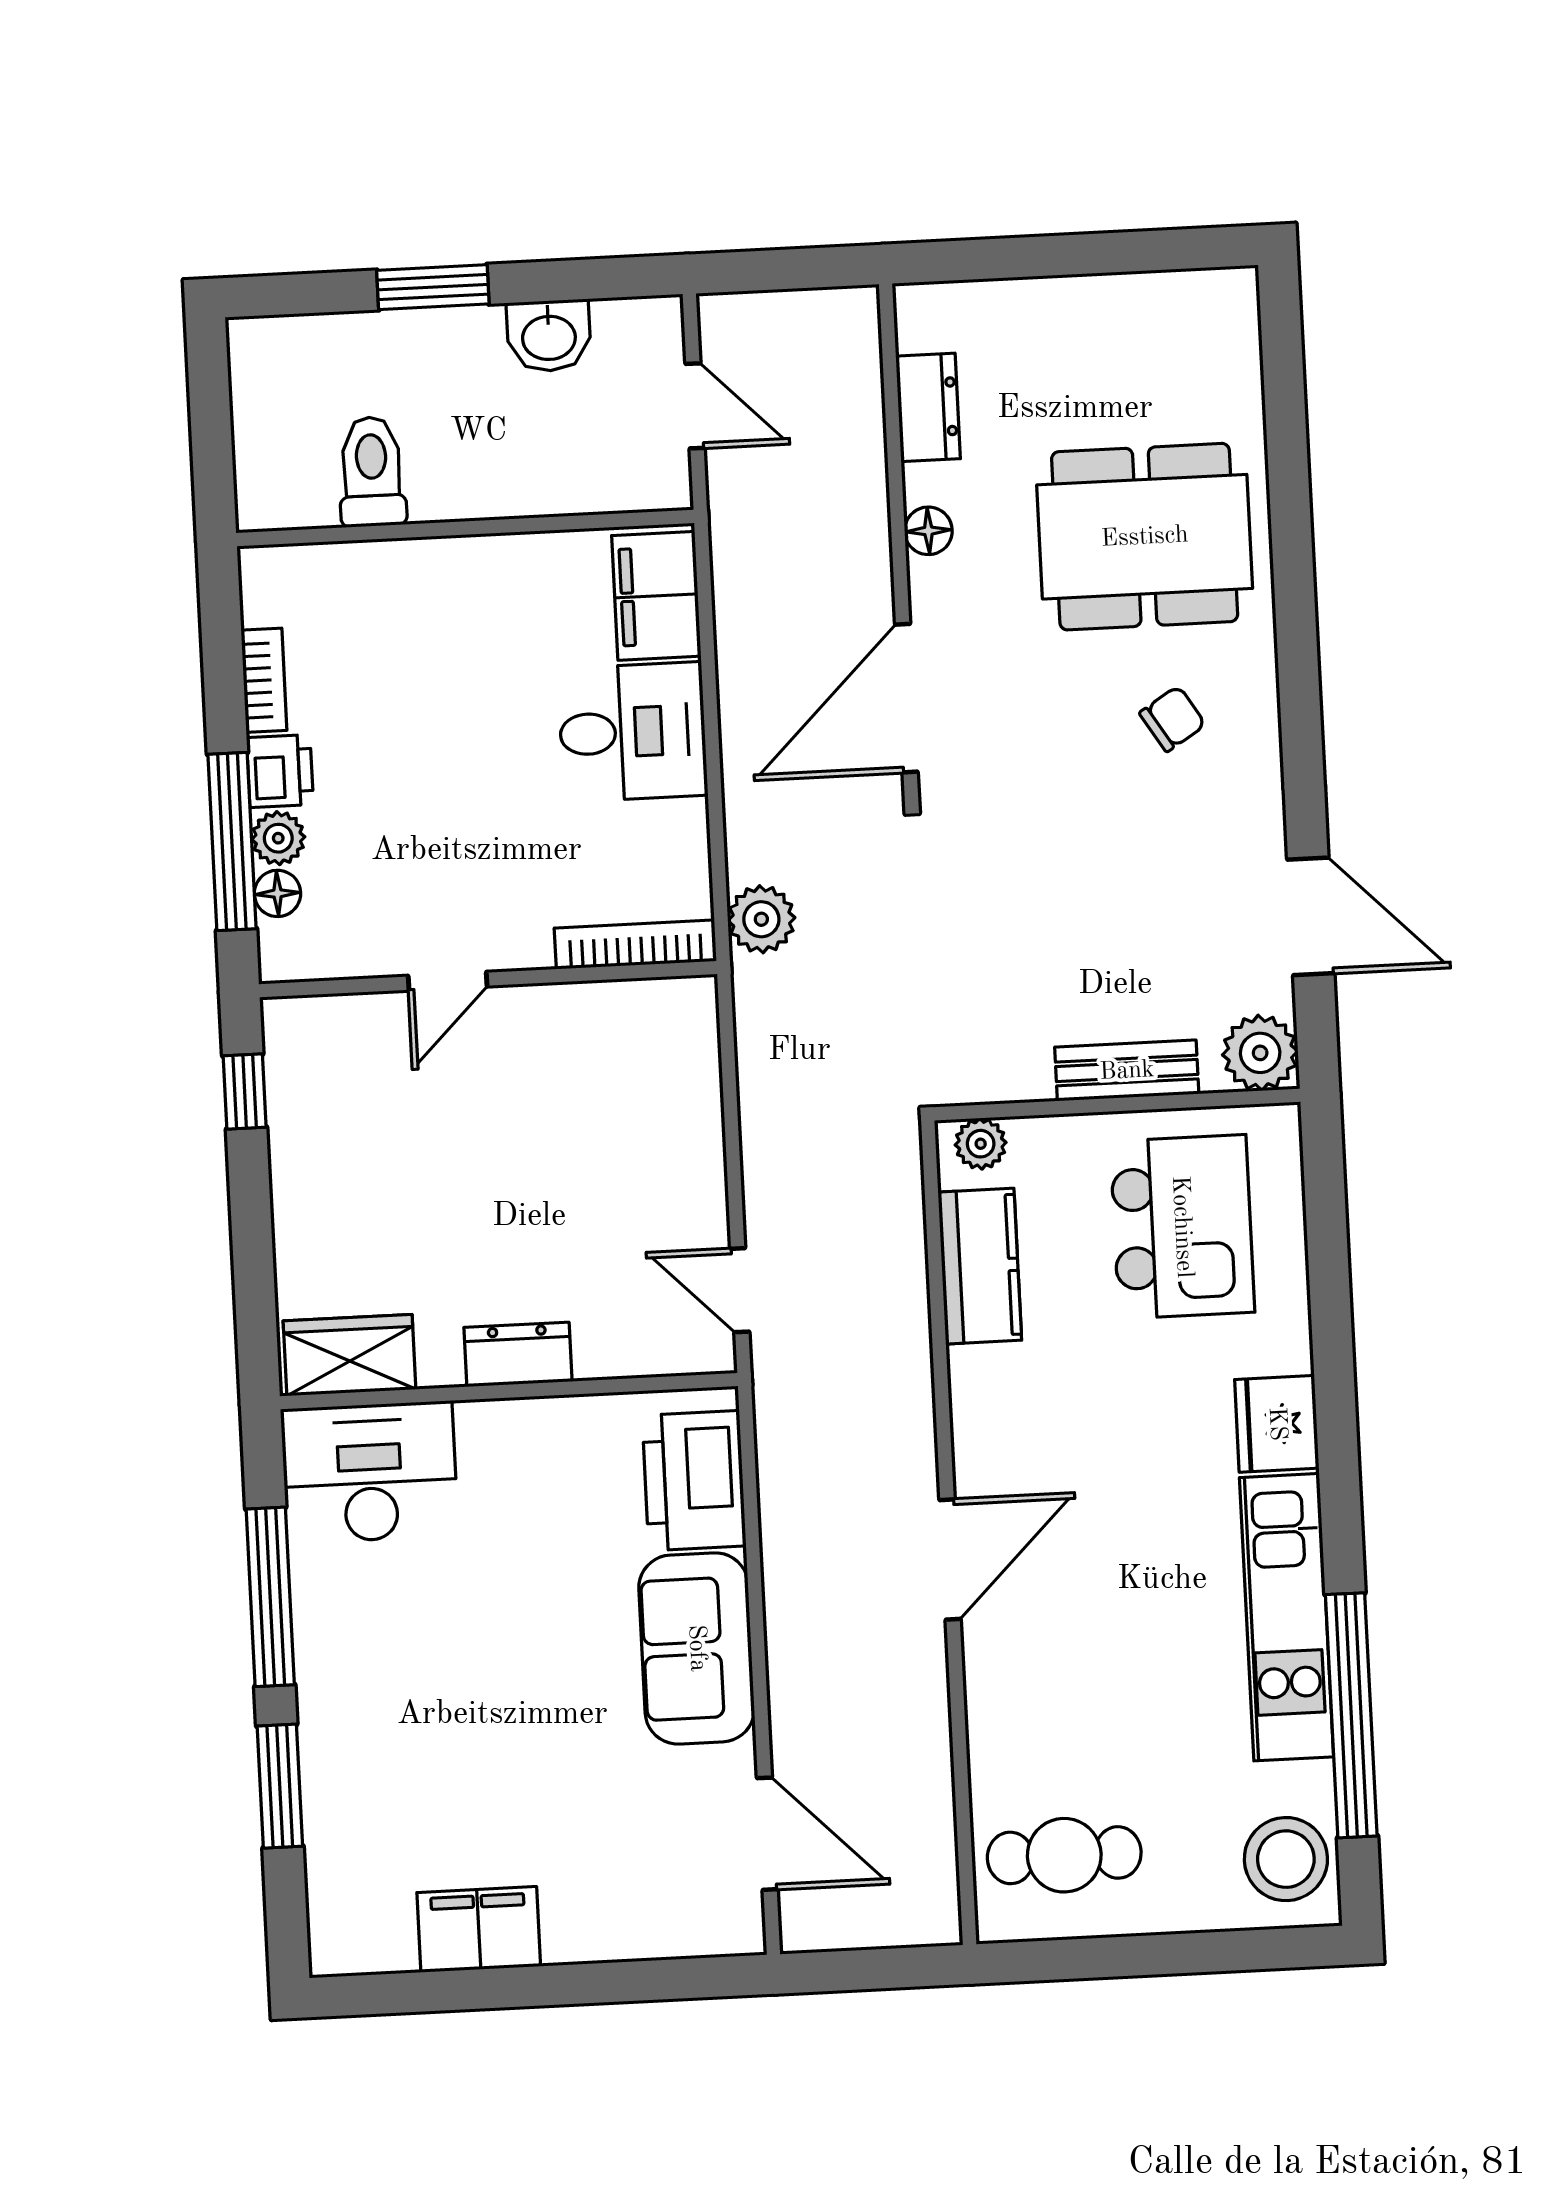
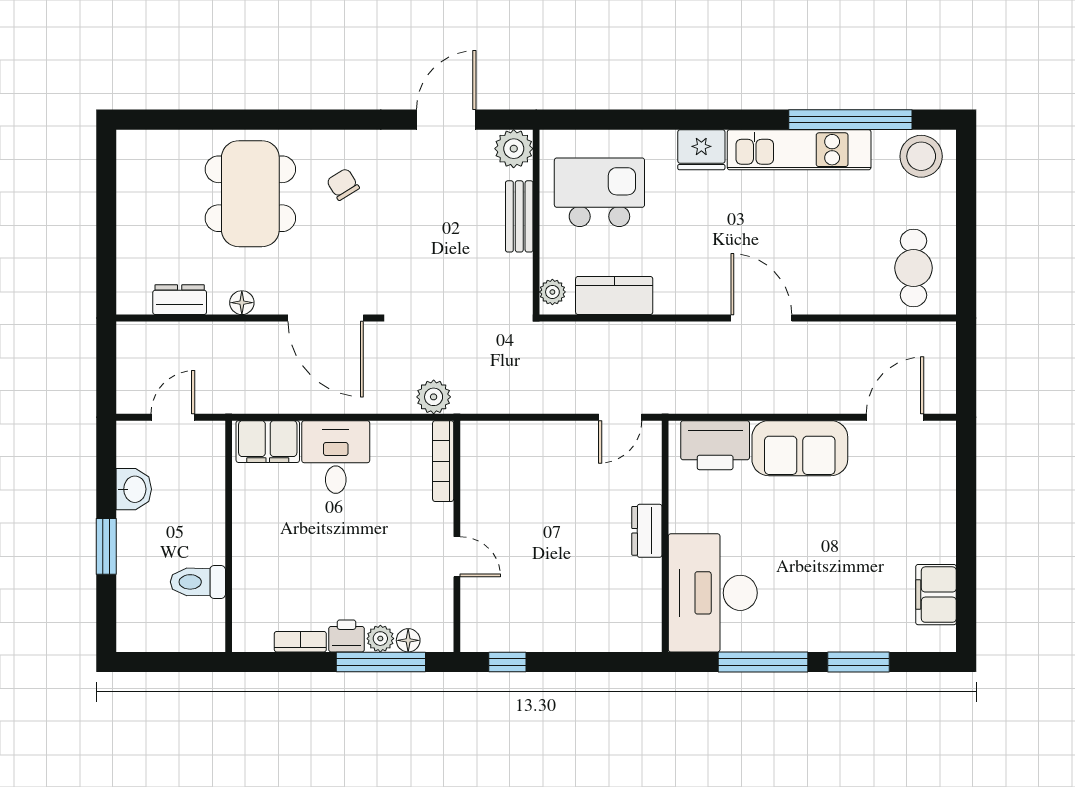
wardrobe: (350, 1355) -> (643, 616), removed
desk: (370, 1472) -> (713, 593), width x1.36, depth x1.30
filing cabinet: (479, 1929) -> (936, 595), moved

